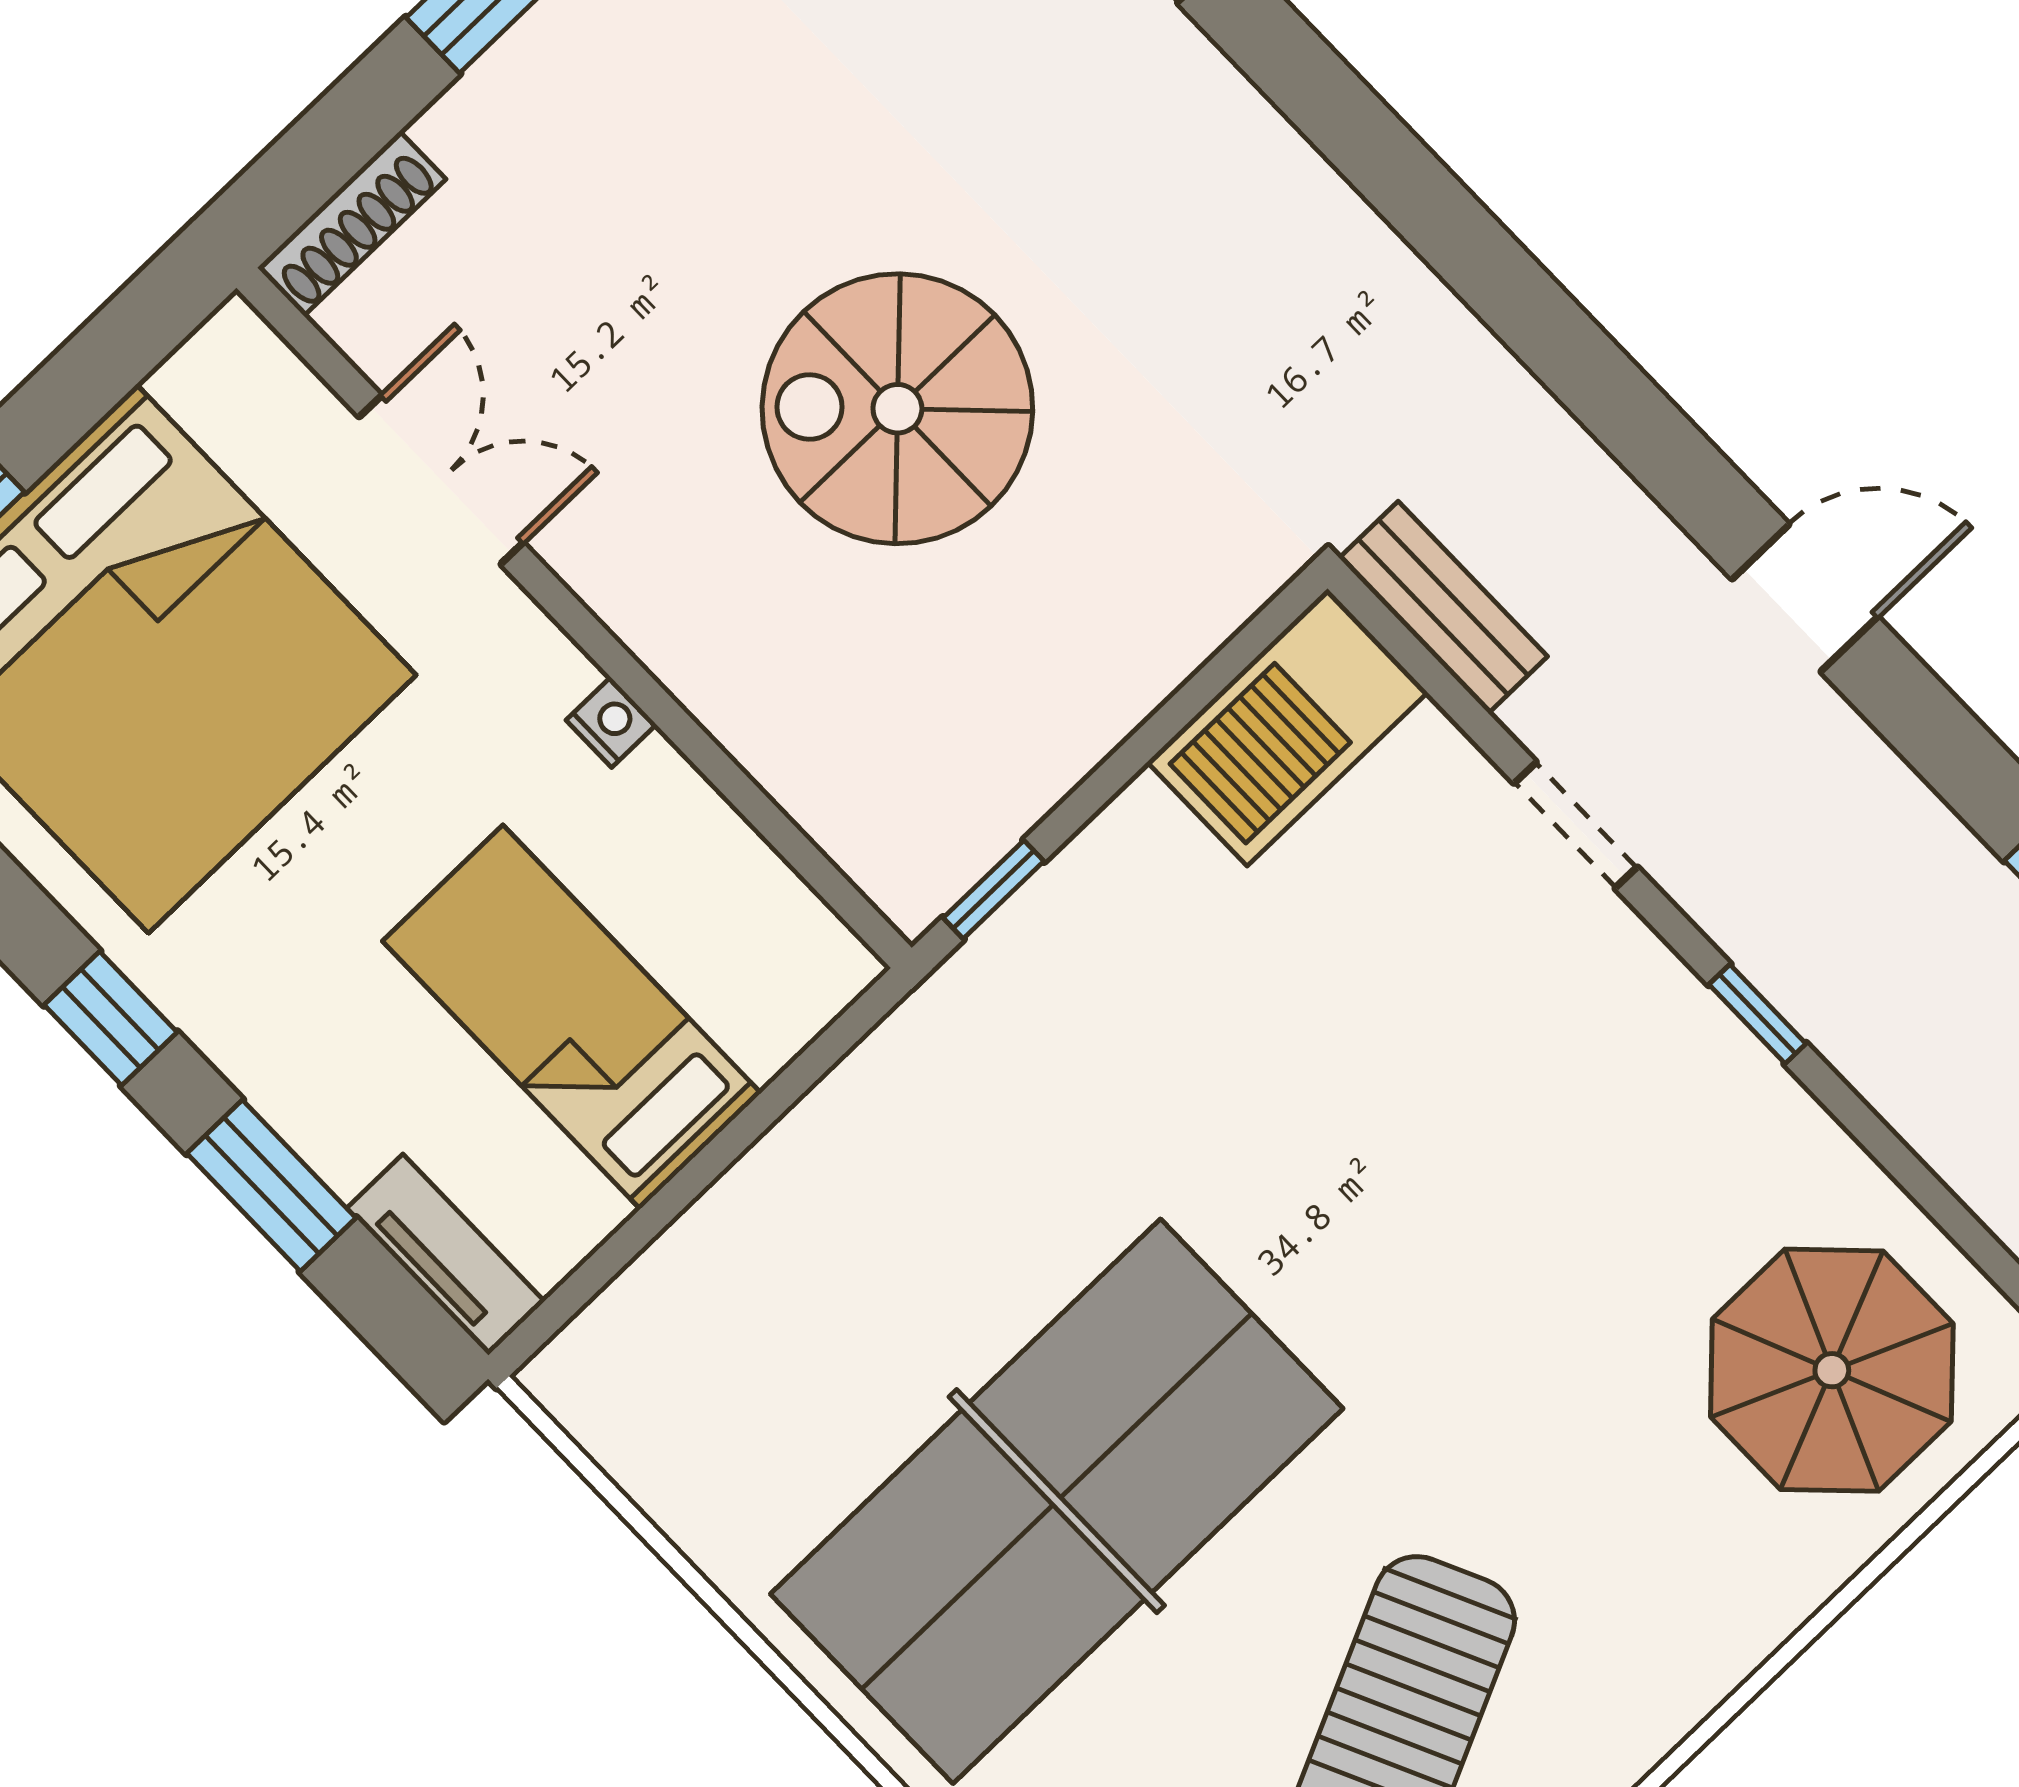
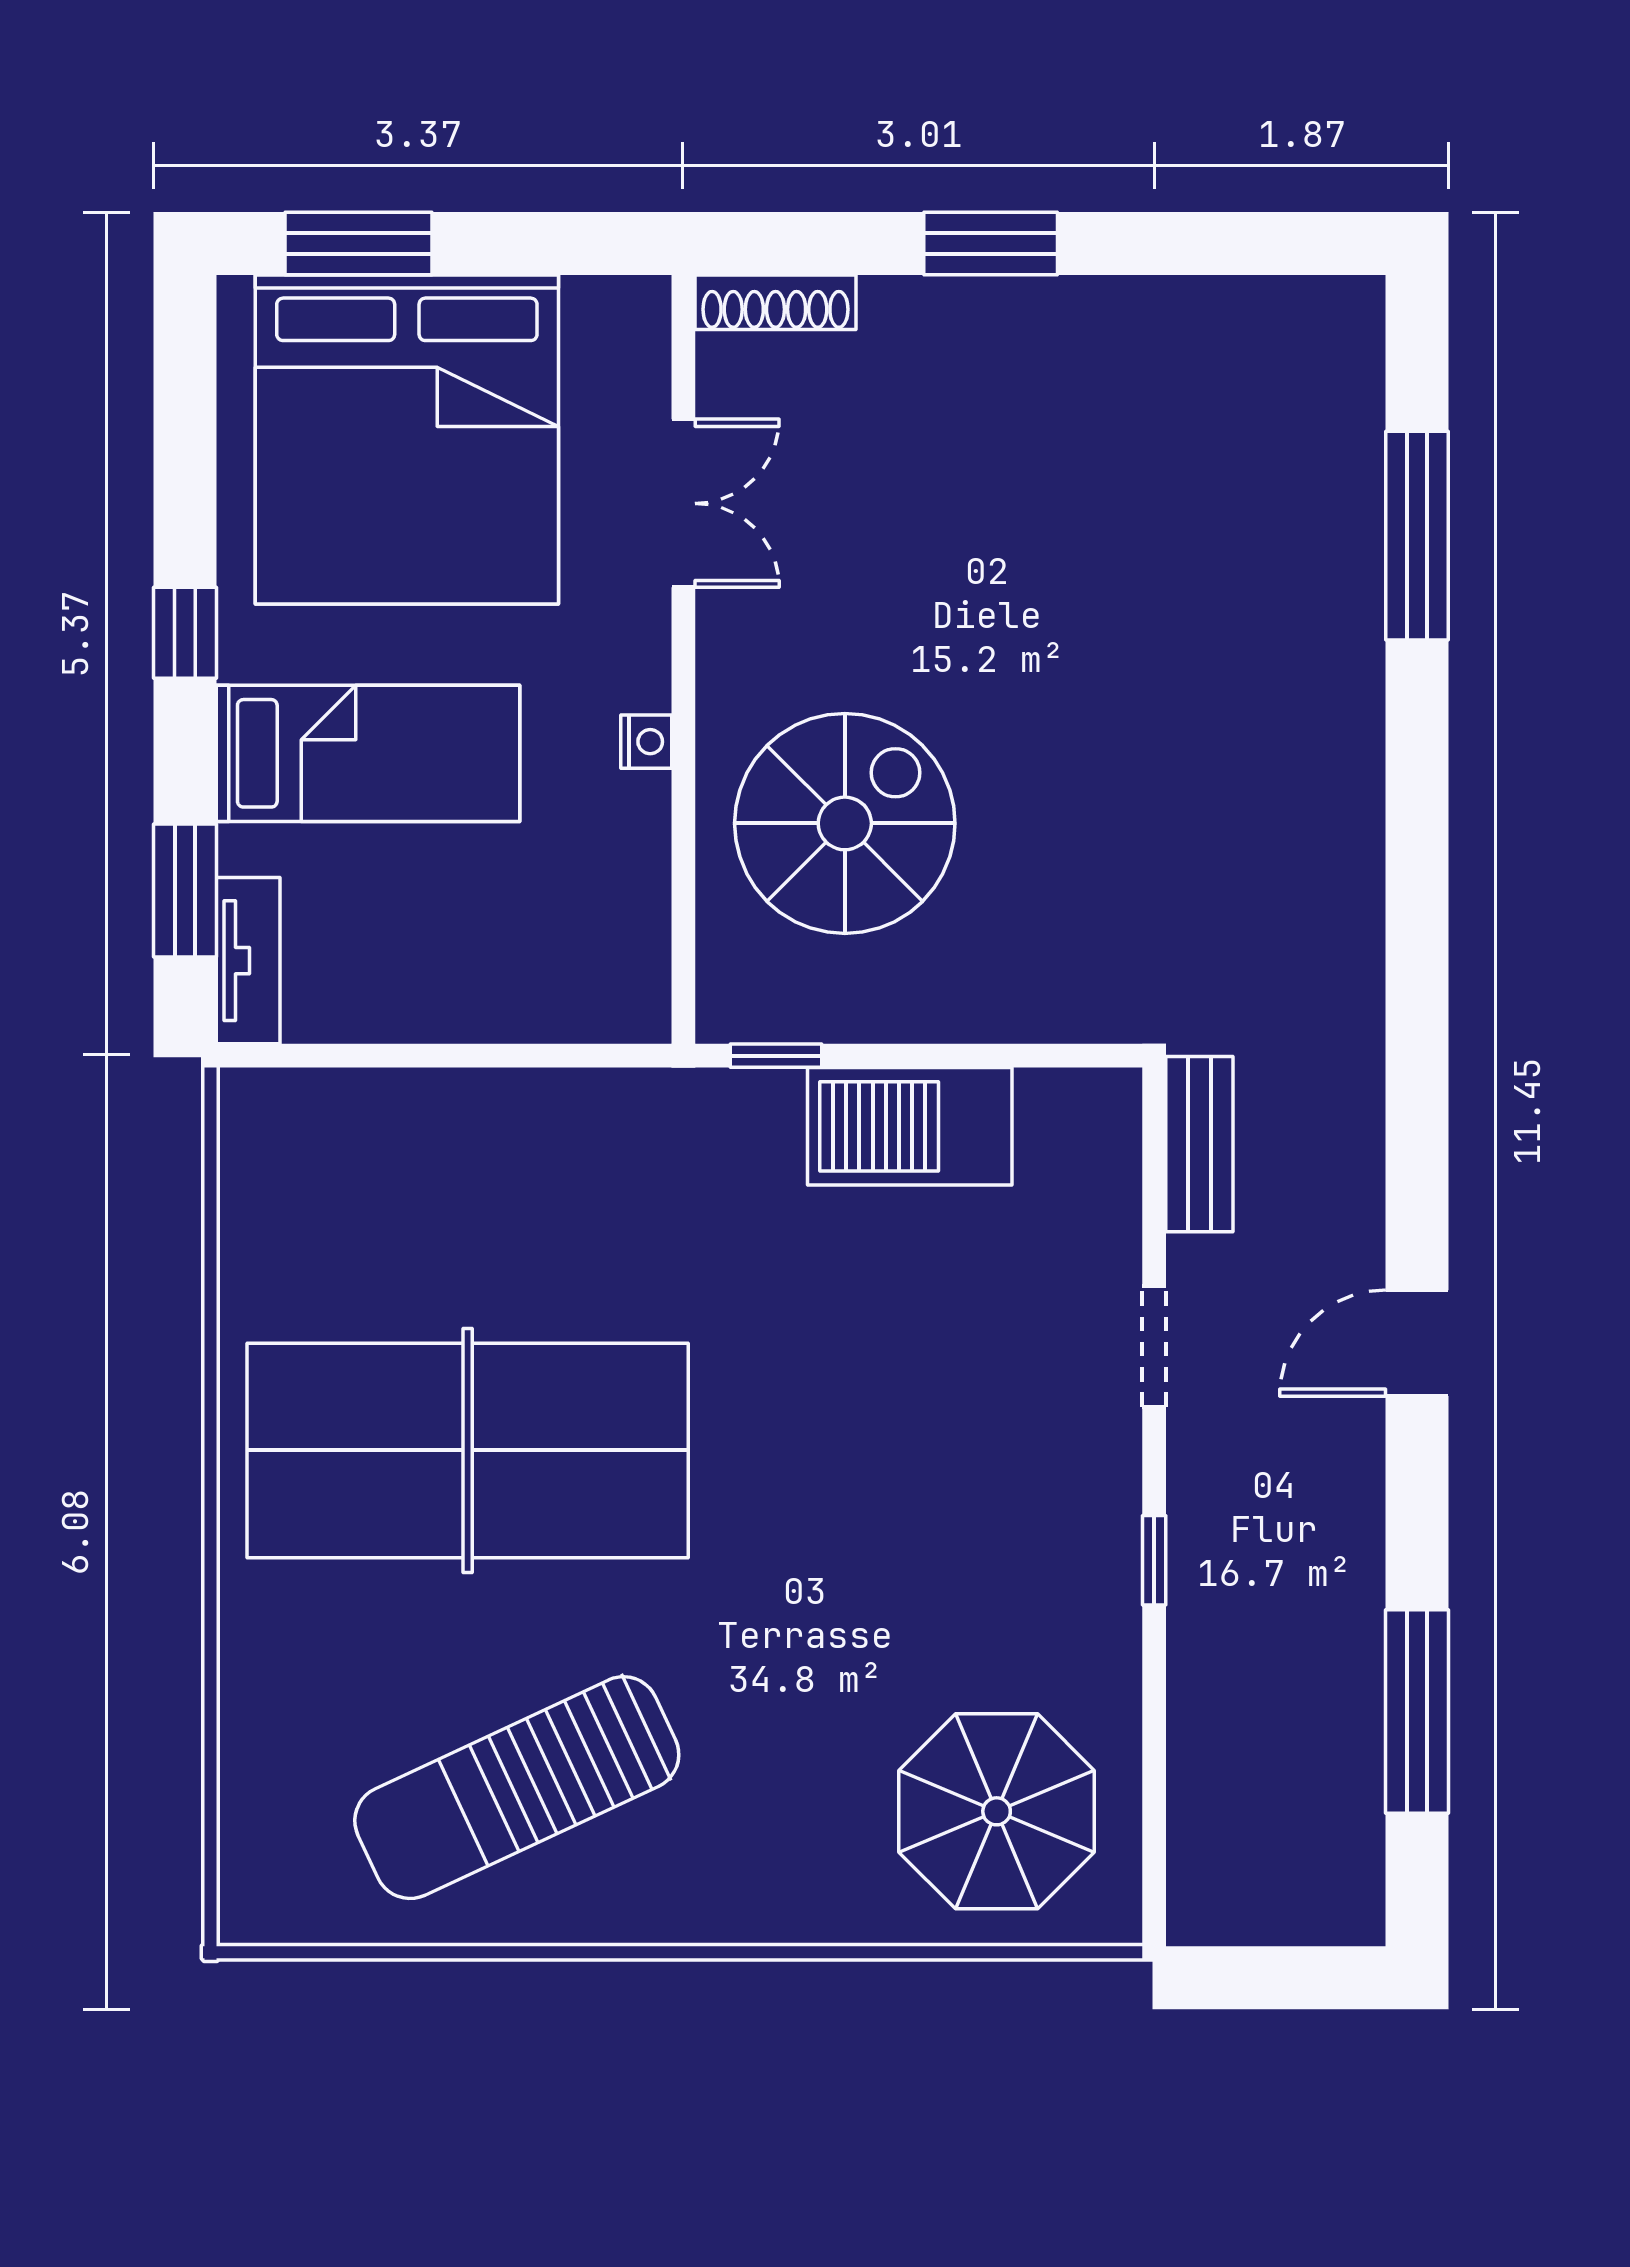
spiral stairs: (897, 409) -> (845, 823), moved, turned 90
door: (1805, 598) -> (1417, 1343), swing flipped
barbecue: (1287, 727) -> (910, 1126), moved
bed: (572, 1017) -> (368, 753), moved, turned 90
window: (271, 1186) -> (185, 890), moved

